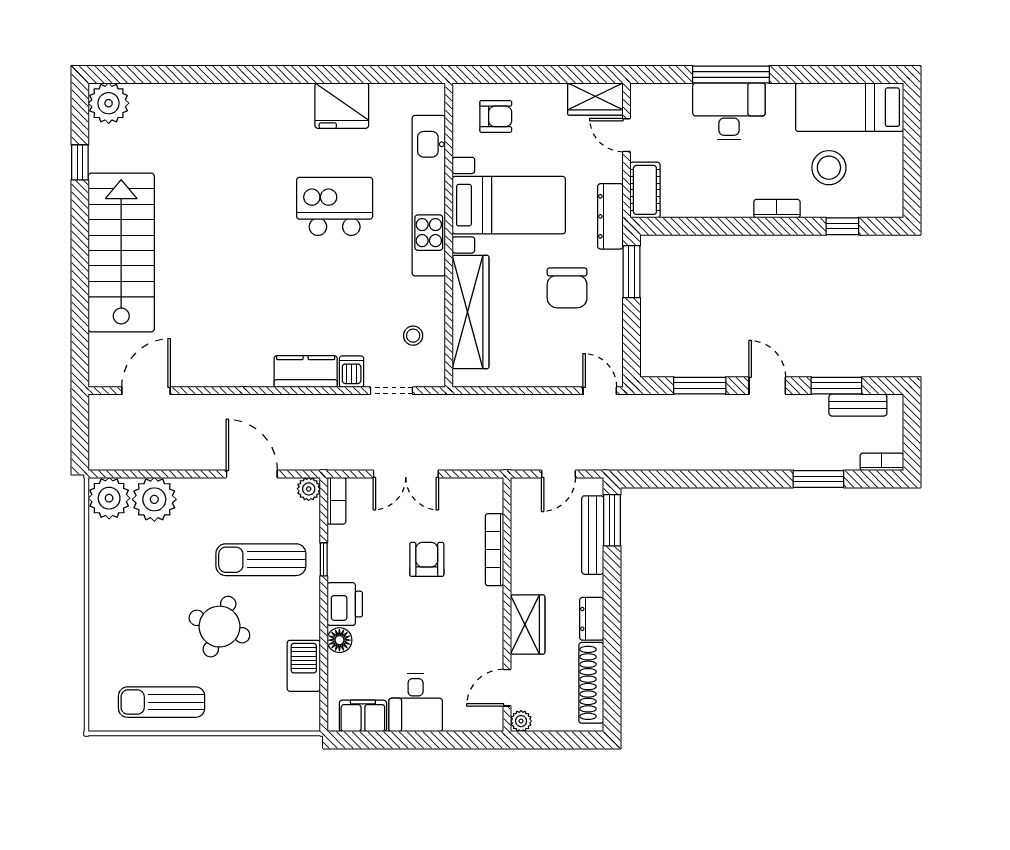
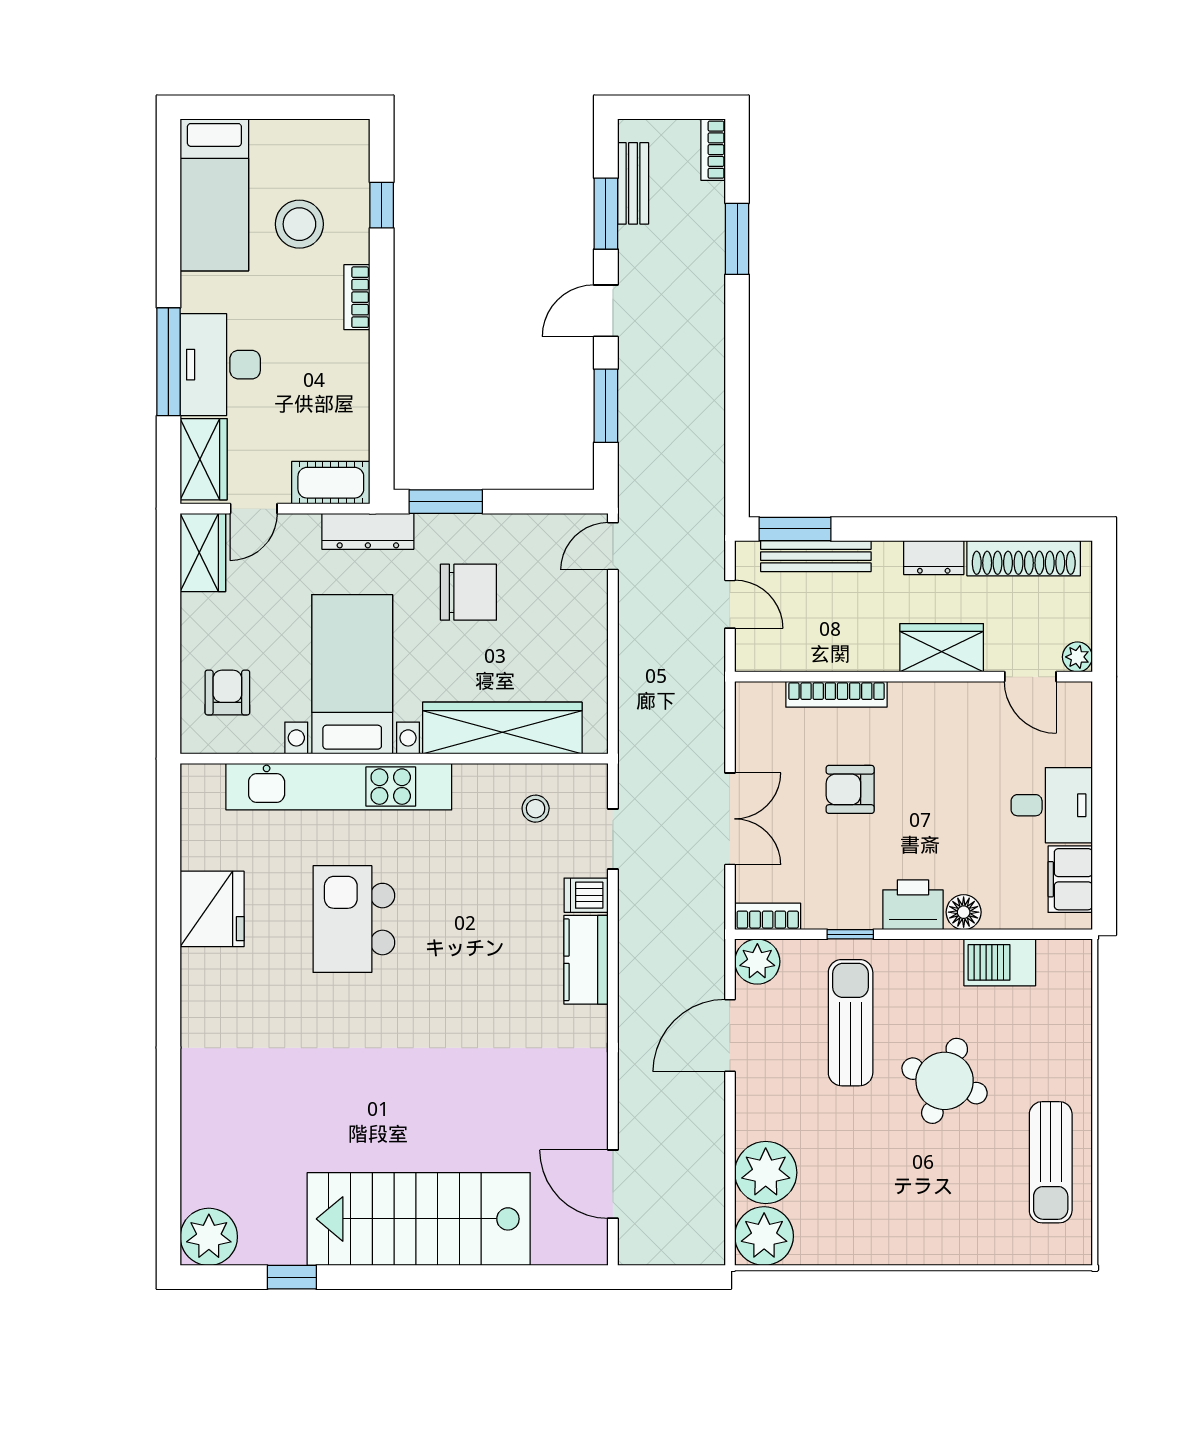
wardrobe: (662, 100) -> (204, 459), added
plant: (309, 489) -> (757, 962), width x1.38, depth x1.38
sun lounger: (261, 560) -> (851, 1023), turned 180

